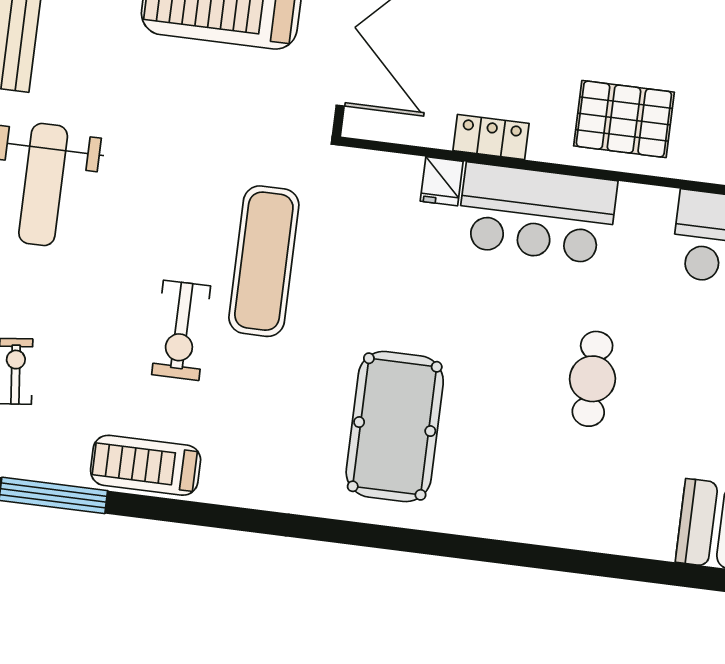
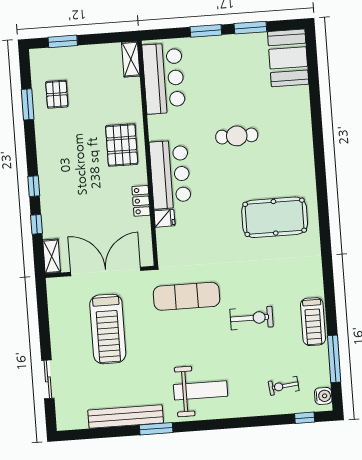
exercise mat: (264, 261) -> (187, 296), moved

